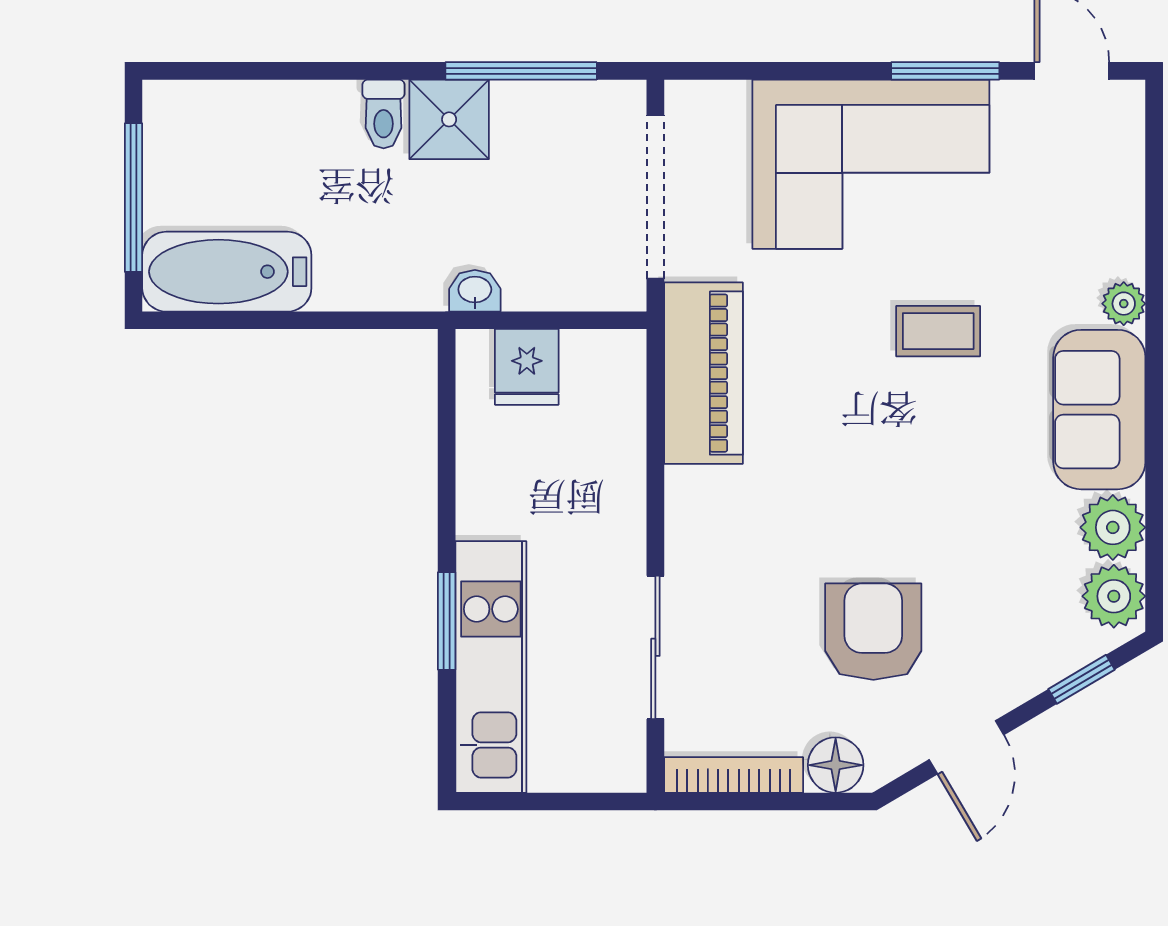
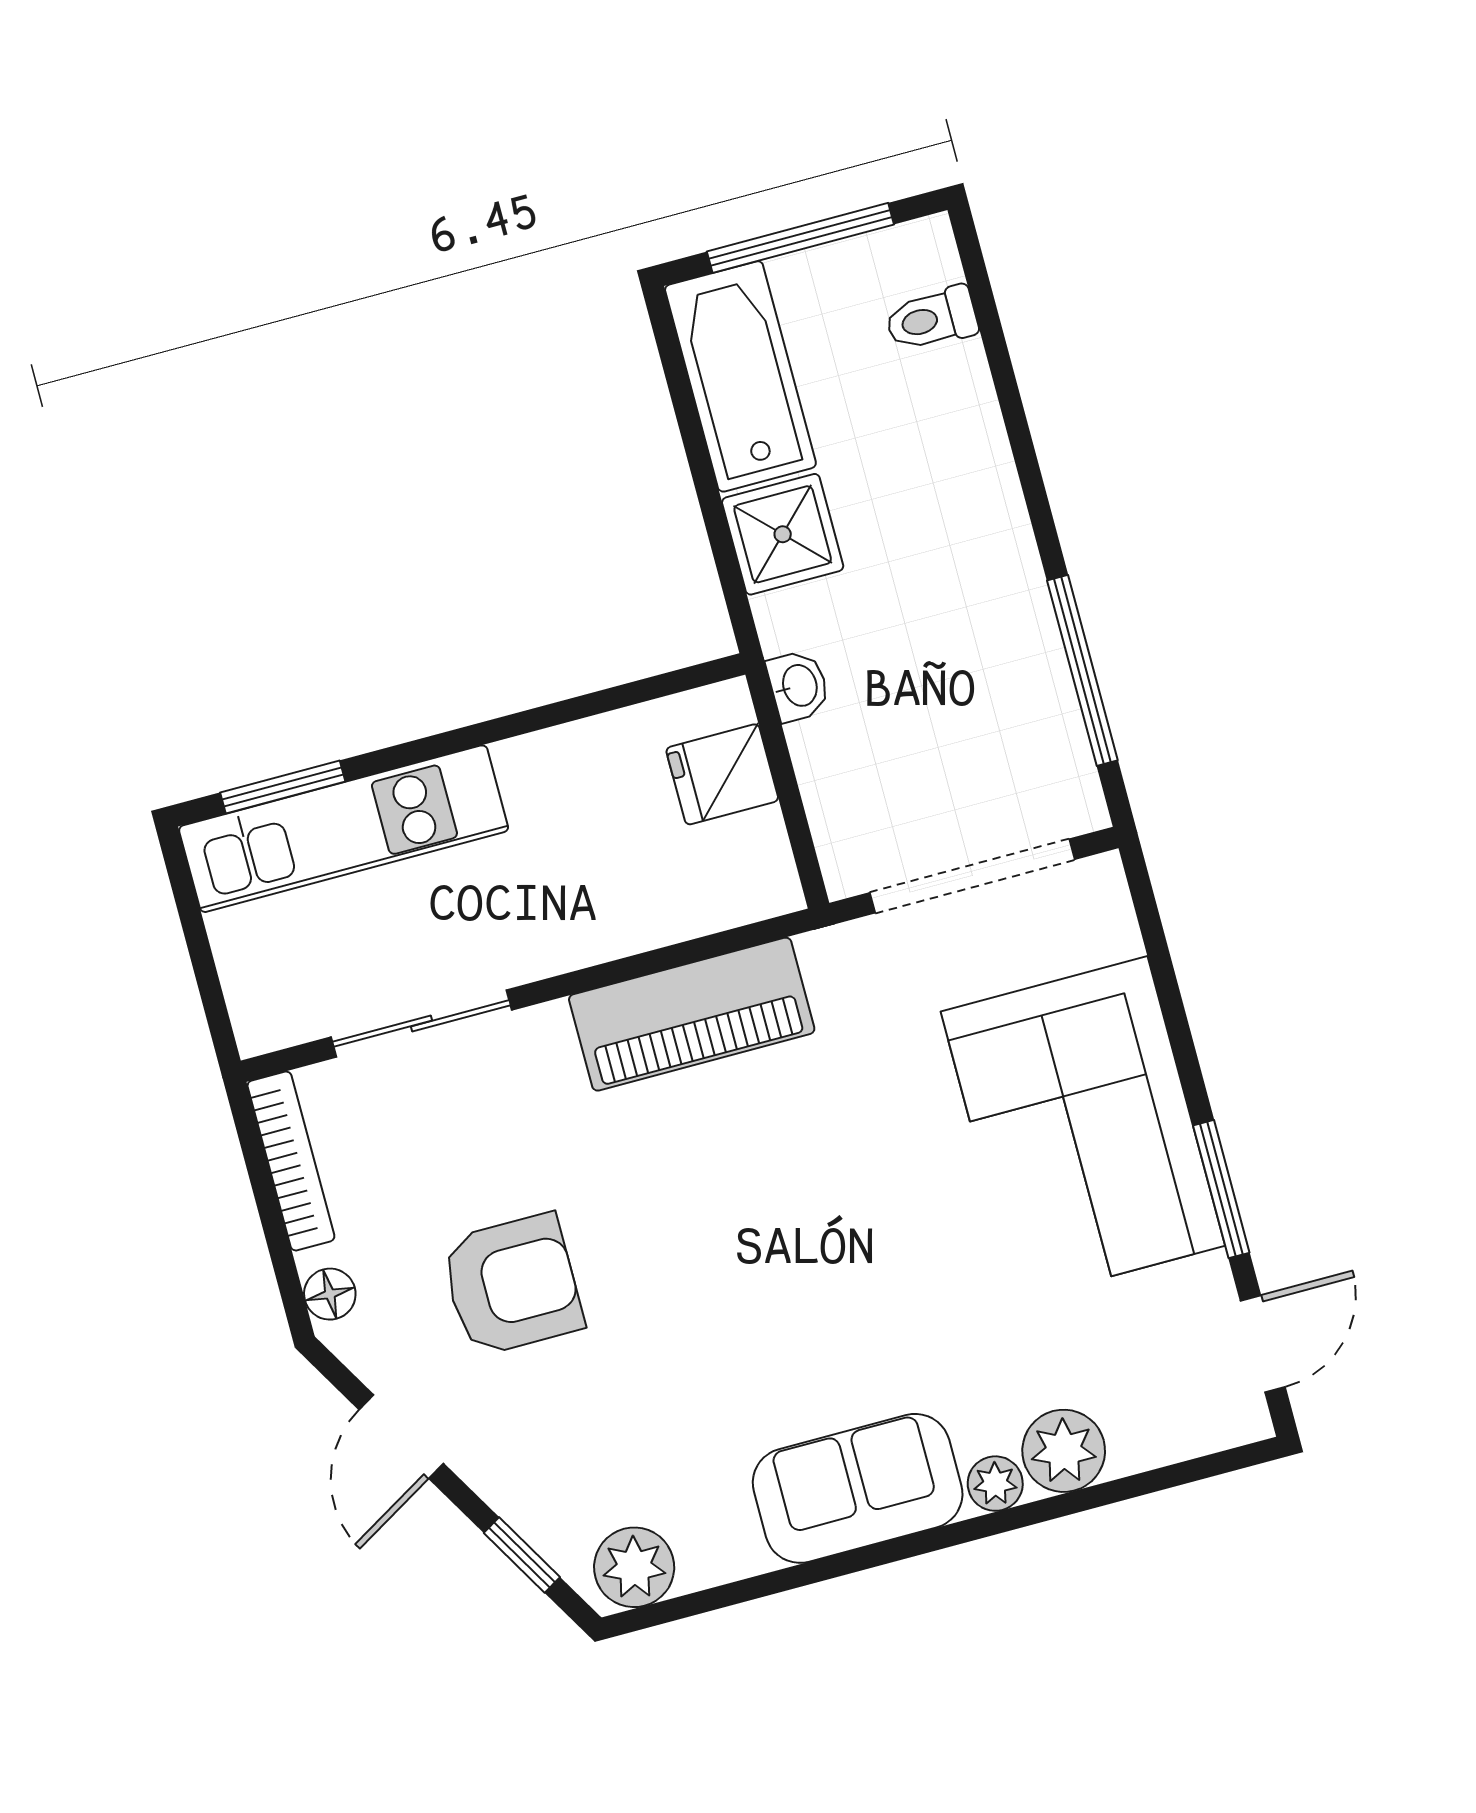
toilet: (384, 114) -> (932, 319), moved
shower: (449, 119) -> (783, 534), moved
coffee table: (938, 331) -> (901, 1266), removed
piano: (703, 373) -> (692, 1014), moved
plant: (1113, 527) -> (1064, 1451), moved
window: (447, 621) -> (283, 787), moved
door: (966, 747) -> (401, 1437), hinge flipped
floor lamp: (836, 765) -> (330, 1294), width x0.73, depth x0.73

